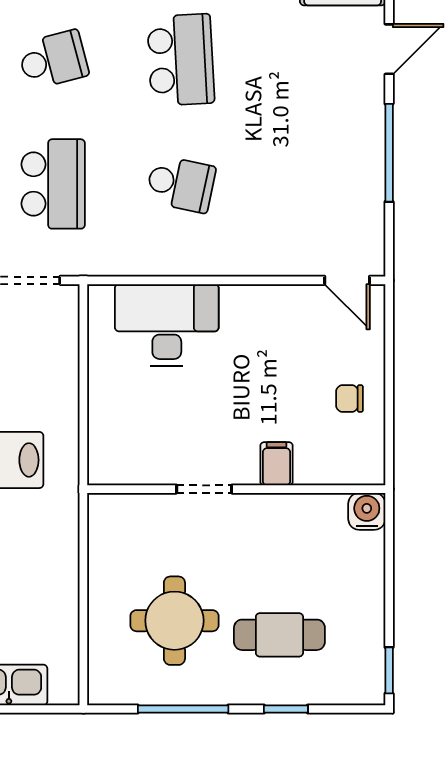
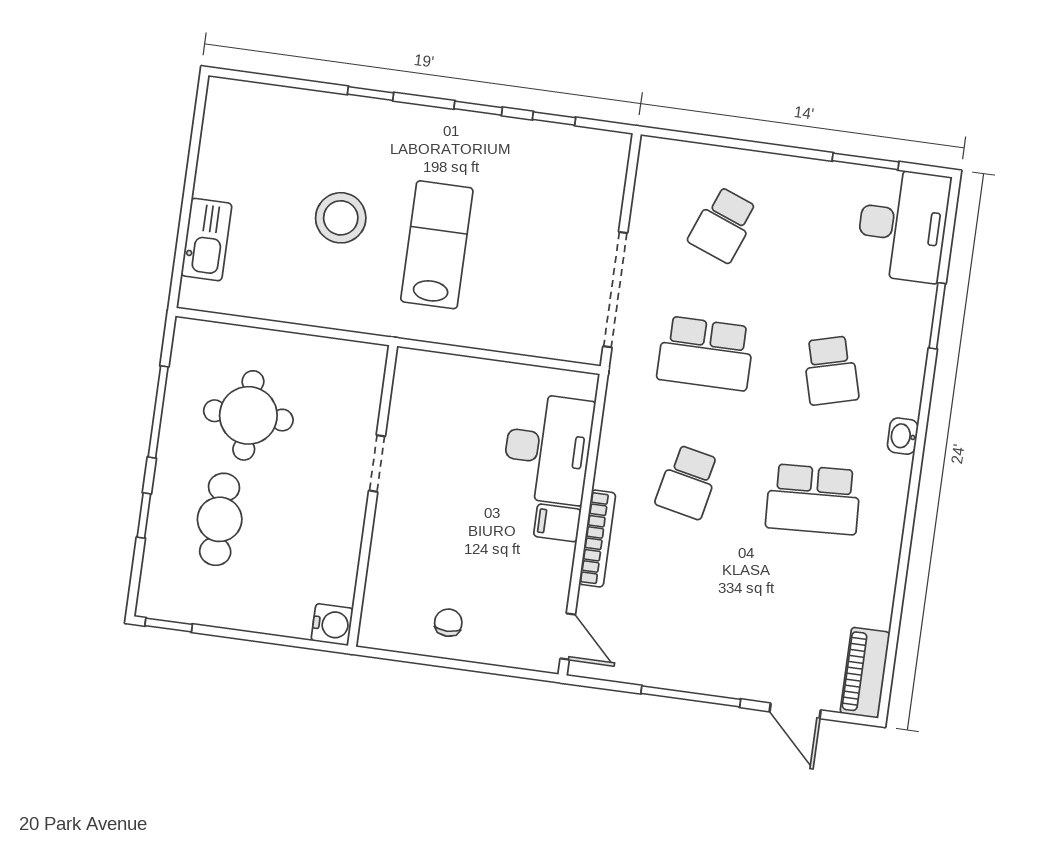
bookcase: (248, 265) -> (597, 539), added
door: (347, 280) -> (568, 637), swing flipped
filing cabinet: (277, 464) -> (557, 523), moved, turned 180

